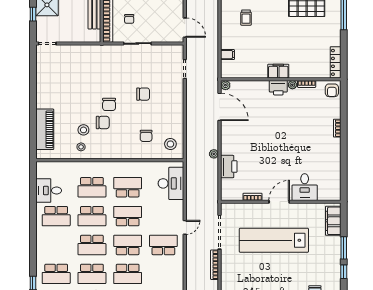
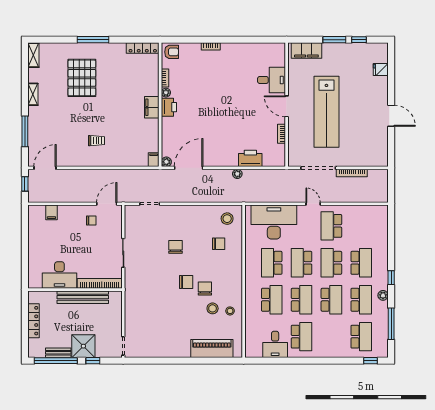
chair: (129, 19) -> (91, 221), moved
filing cabinet: (227, 55) -> (154, 160), moved
desk: (171, 183) -> (274, 222), width x1.36, depth x1.30

